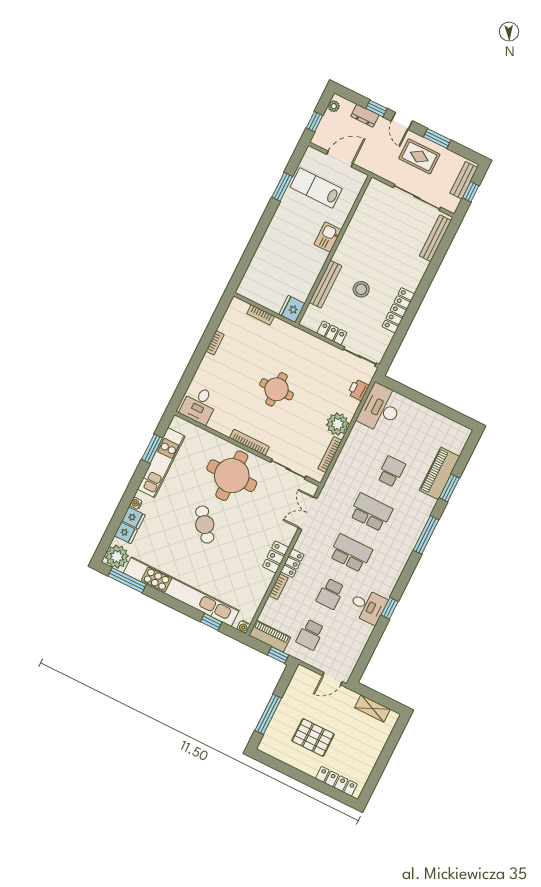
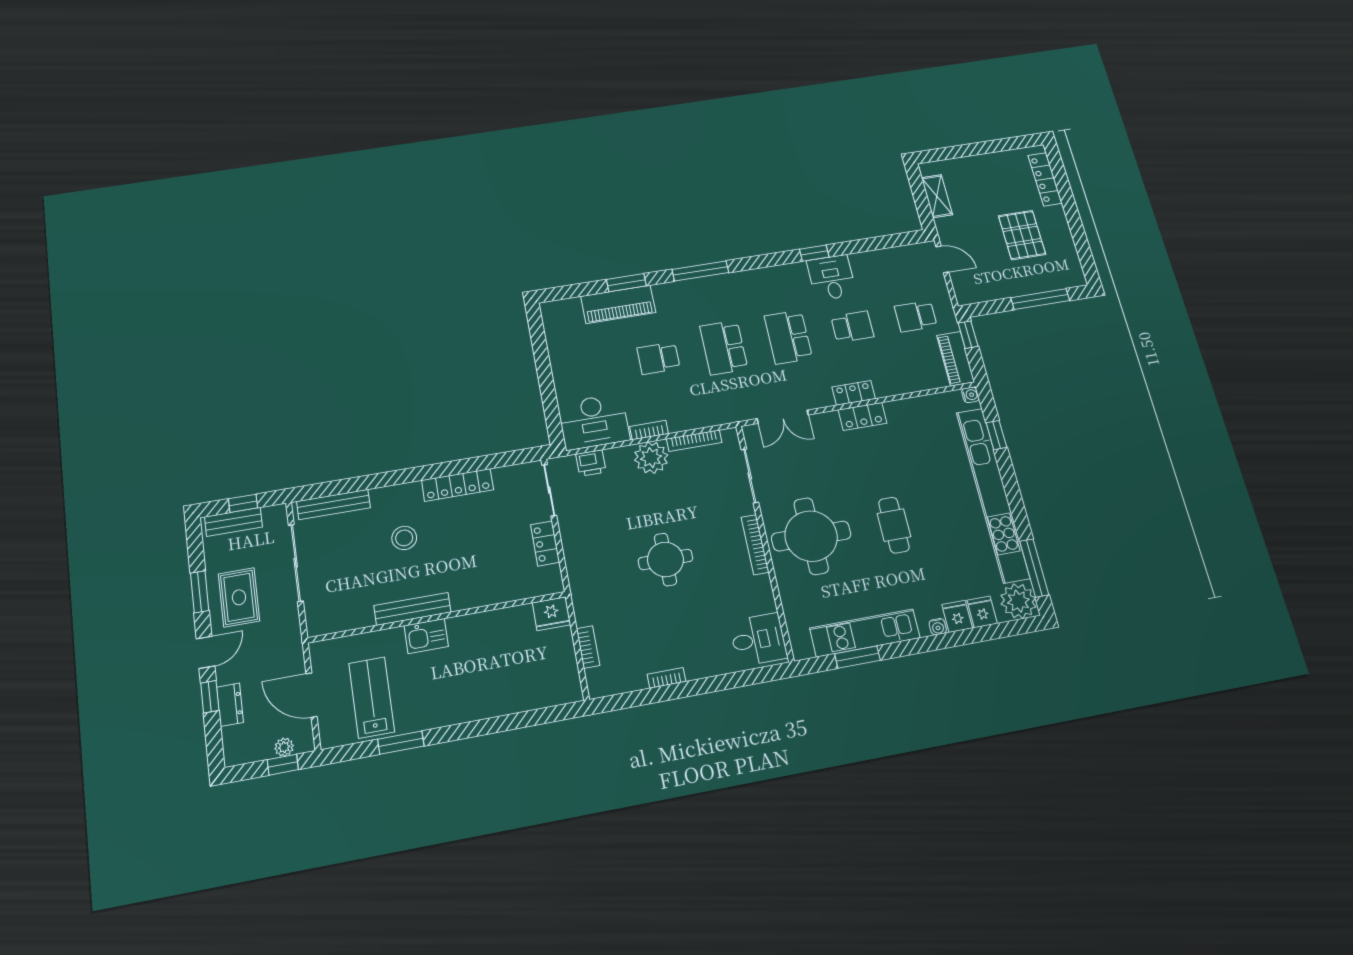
plant: (334, 106) -> (284, 747), moved
lab bench: (316, 188) -> (372, 697), turned 180
bench: (326, 284) -> (412, 609), moved
stool: (361, 289) -> (404, 538), moved
cafe table: (205, 525) -> (894, 525), turned -52
bookcase: (279, 587) -> (649, 430), moved
school desk: (310, 635) -> (916, 316), turned 180

